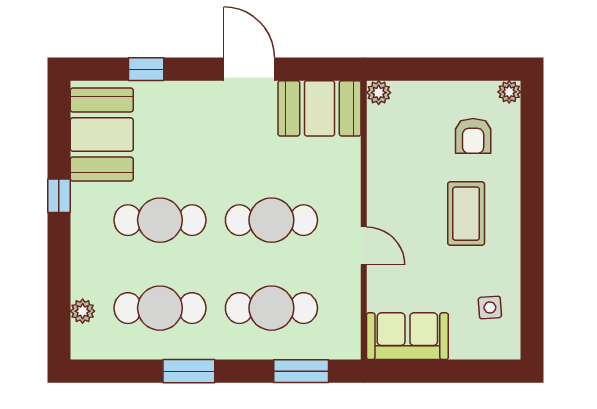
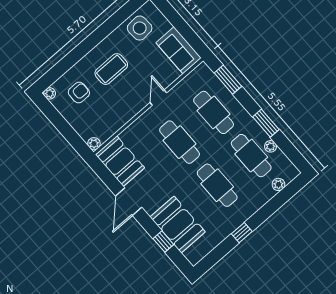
booth: (102, 135) -> (178, 224), moved, turned 90
side table: (490, 308) -> (140, 28), width x1.87, depth x1.87
plant: (149, 348) -> (271, 146), added

